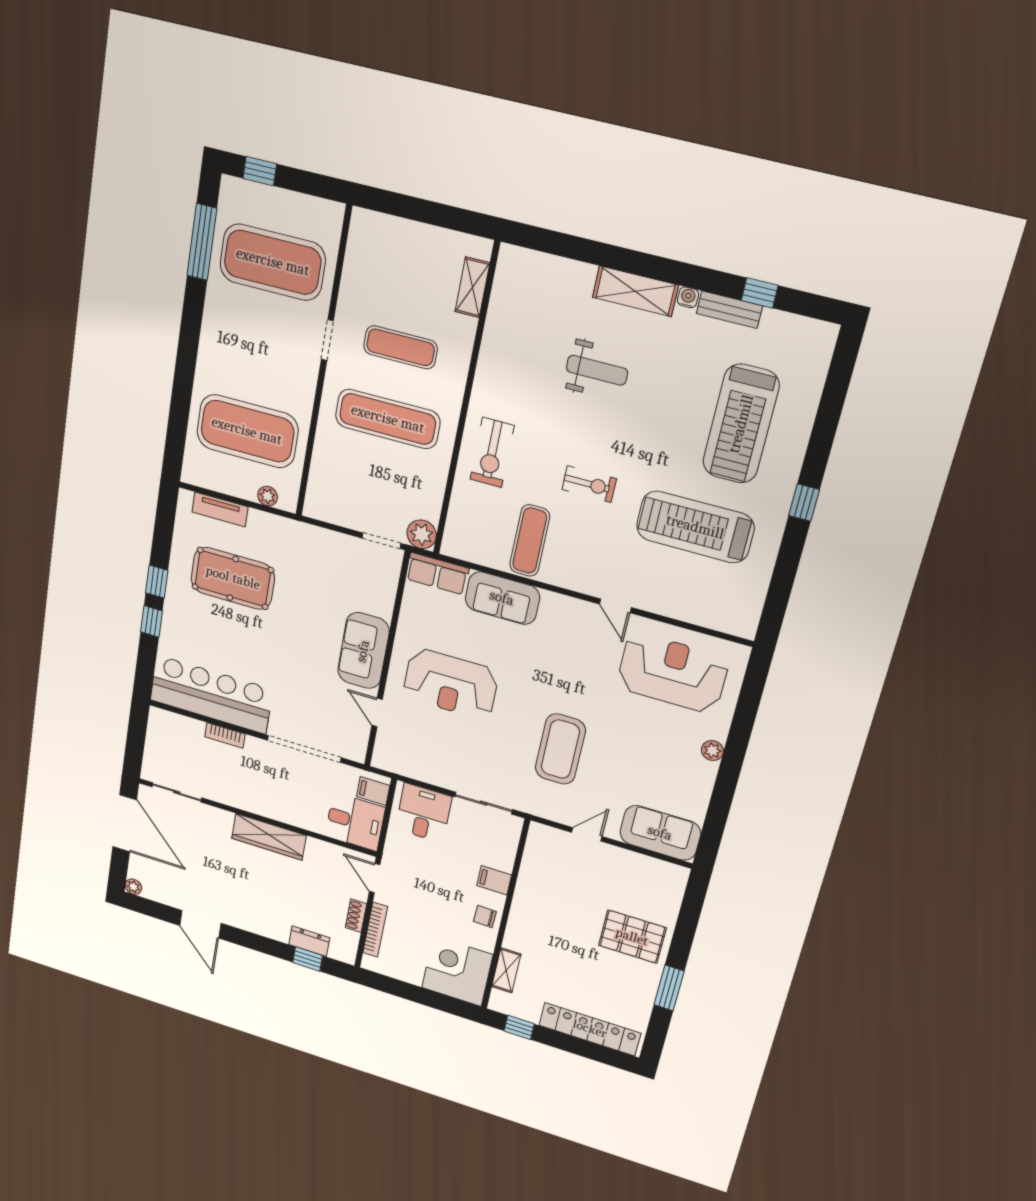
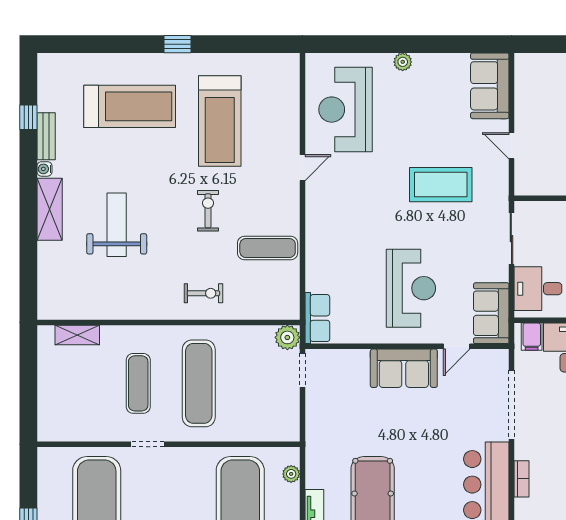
weight bench: (597, 370) -> (117, 225), width x1.36, depth x1.33
exercise bike: (492, 452) -> (203, 293), width x0.73, depth x0.72
sofa: (502, 598) -> (491, 313), moved, turned 180

